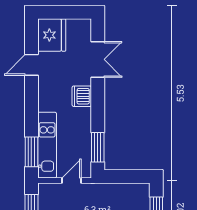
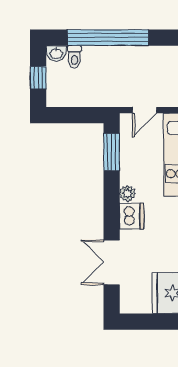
plant: (85, 114) -> (127, 194), added

